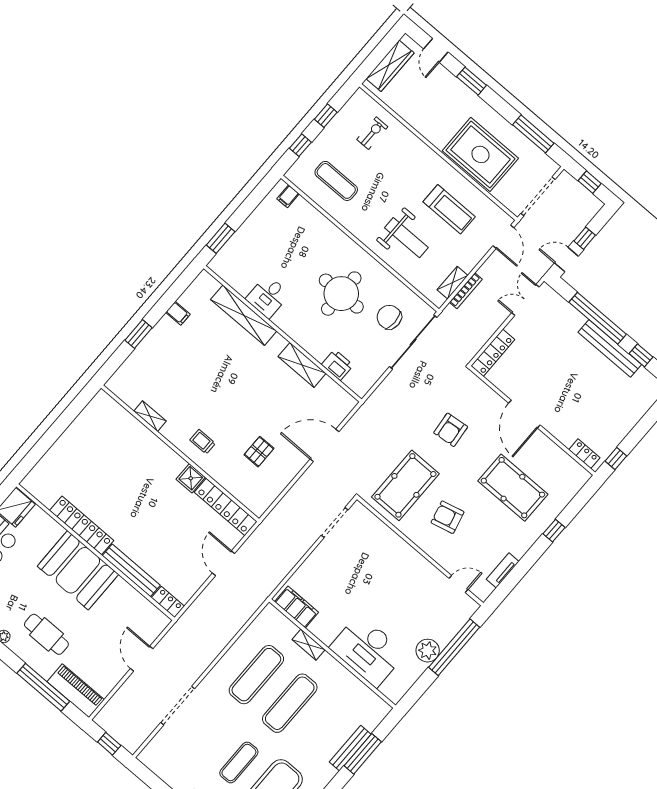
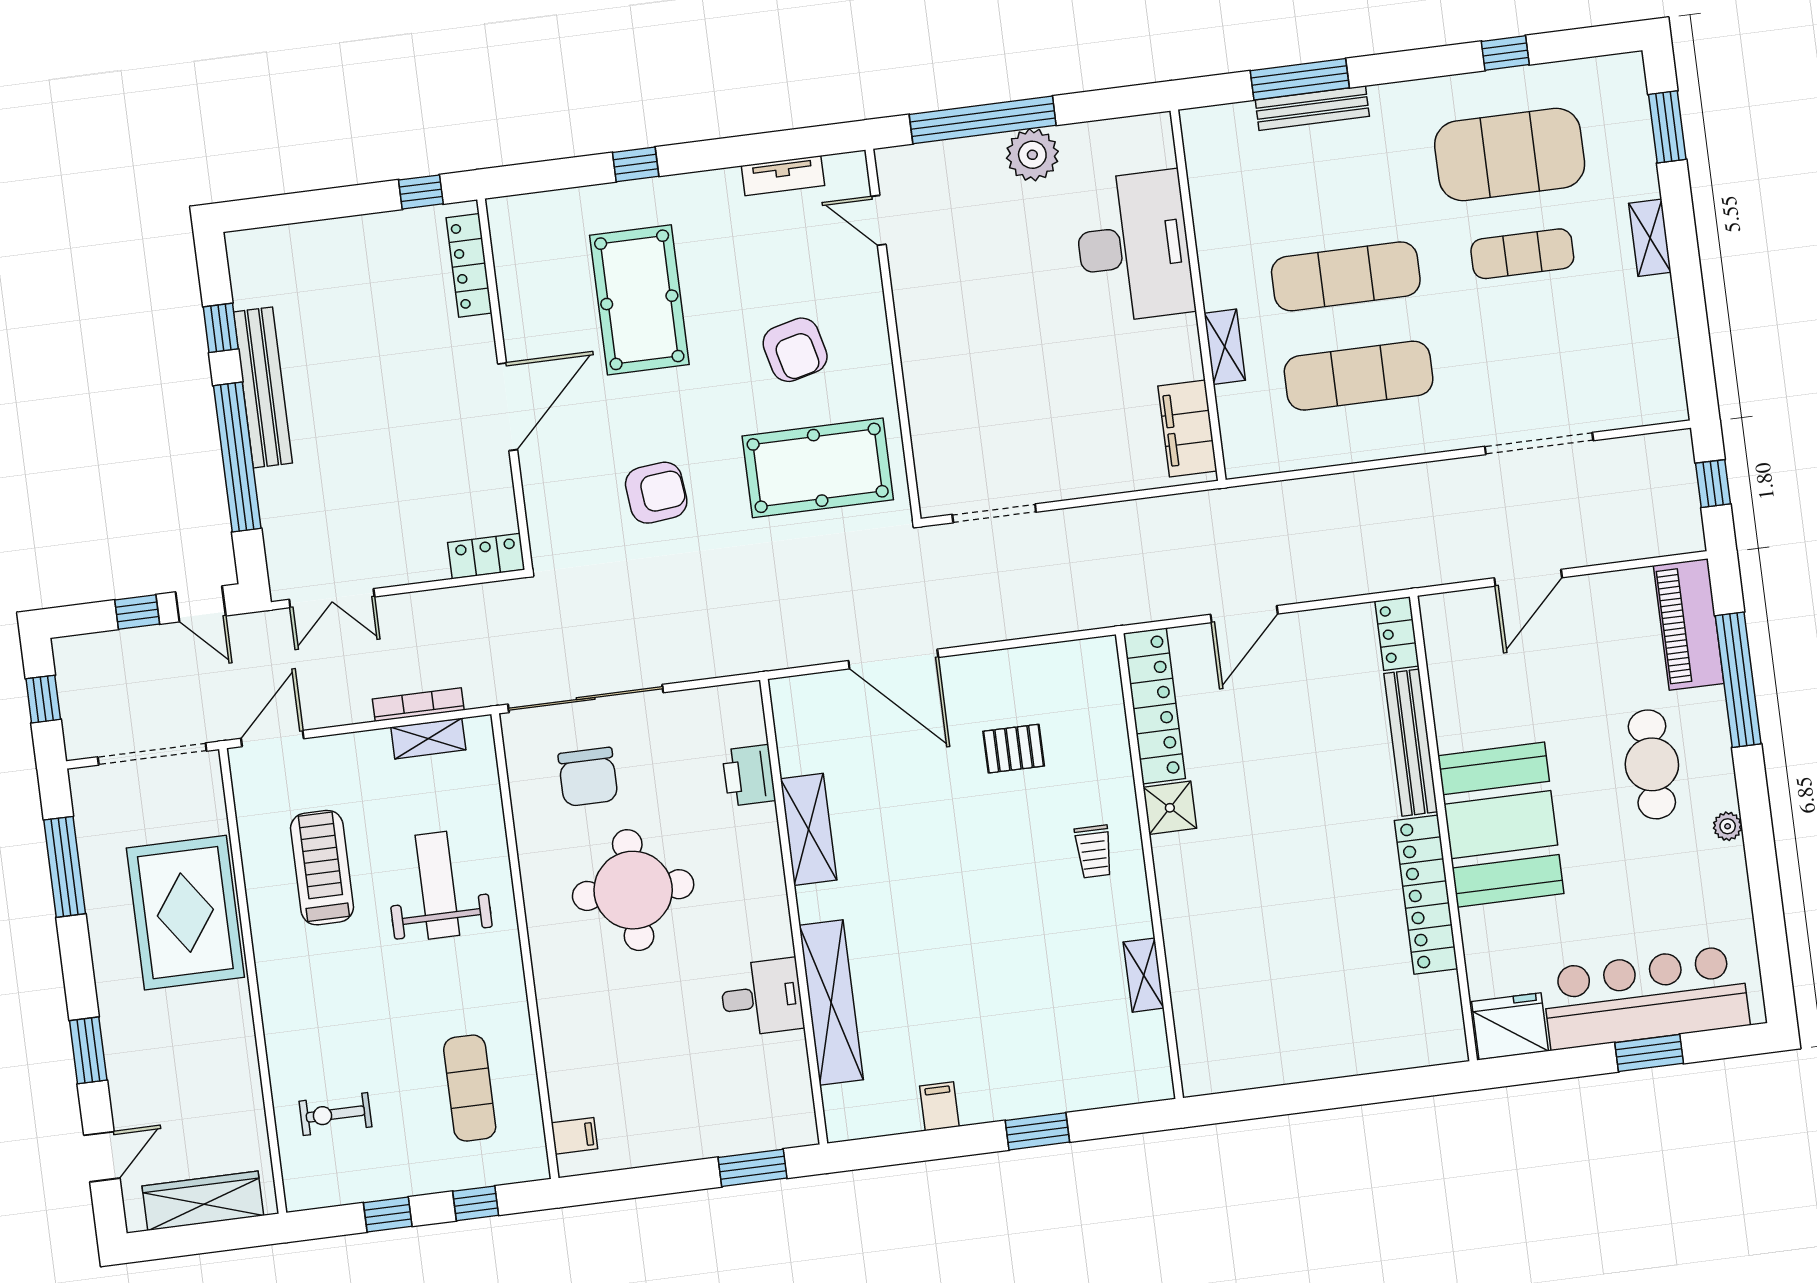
locker: (493, 353) -> (486, 556), width x0.66
locker: (584, 454) -> (469, 265), width x1.53

